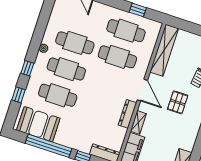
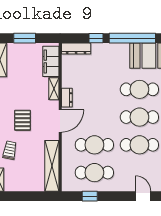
door: (142, 90) -> (60, 121), swing flipped
dresser: (127, 114) -> (67, 98), width x0.70

